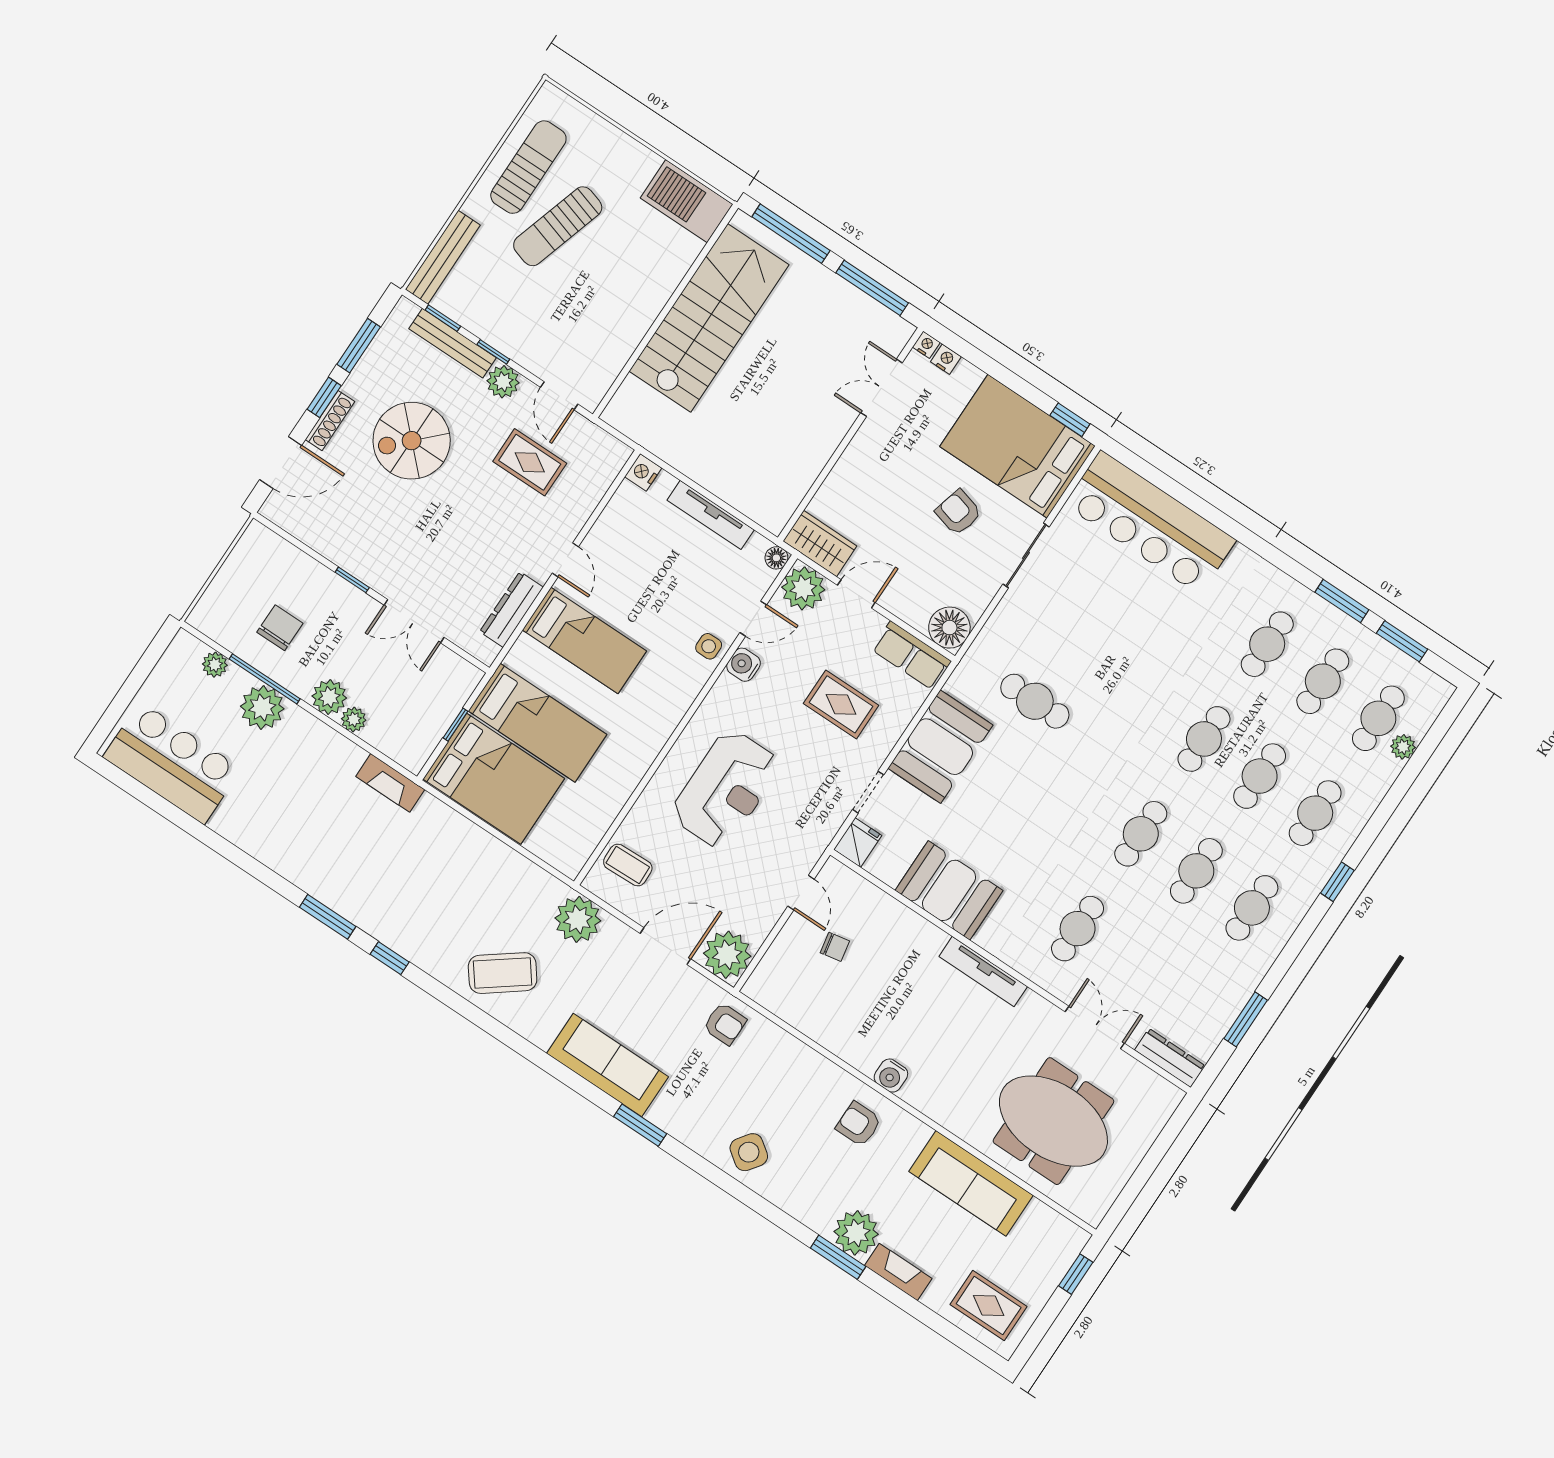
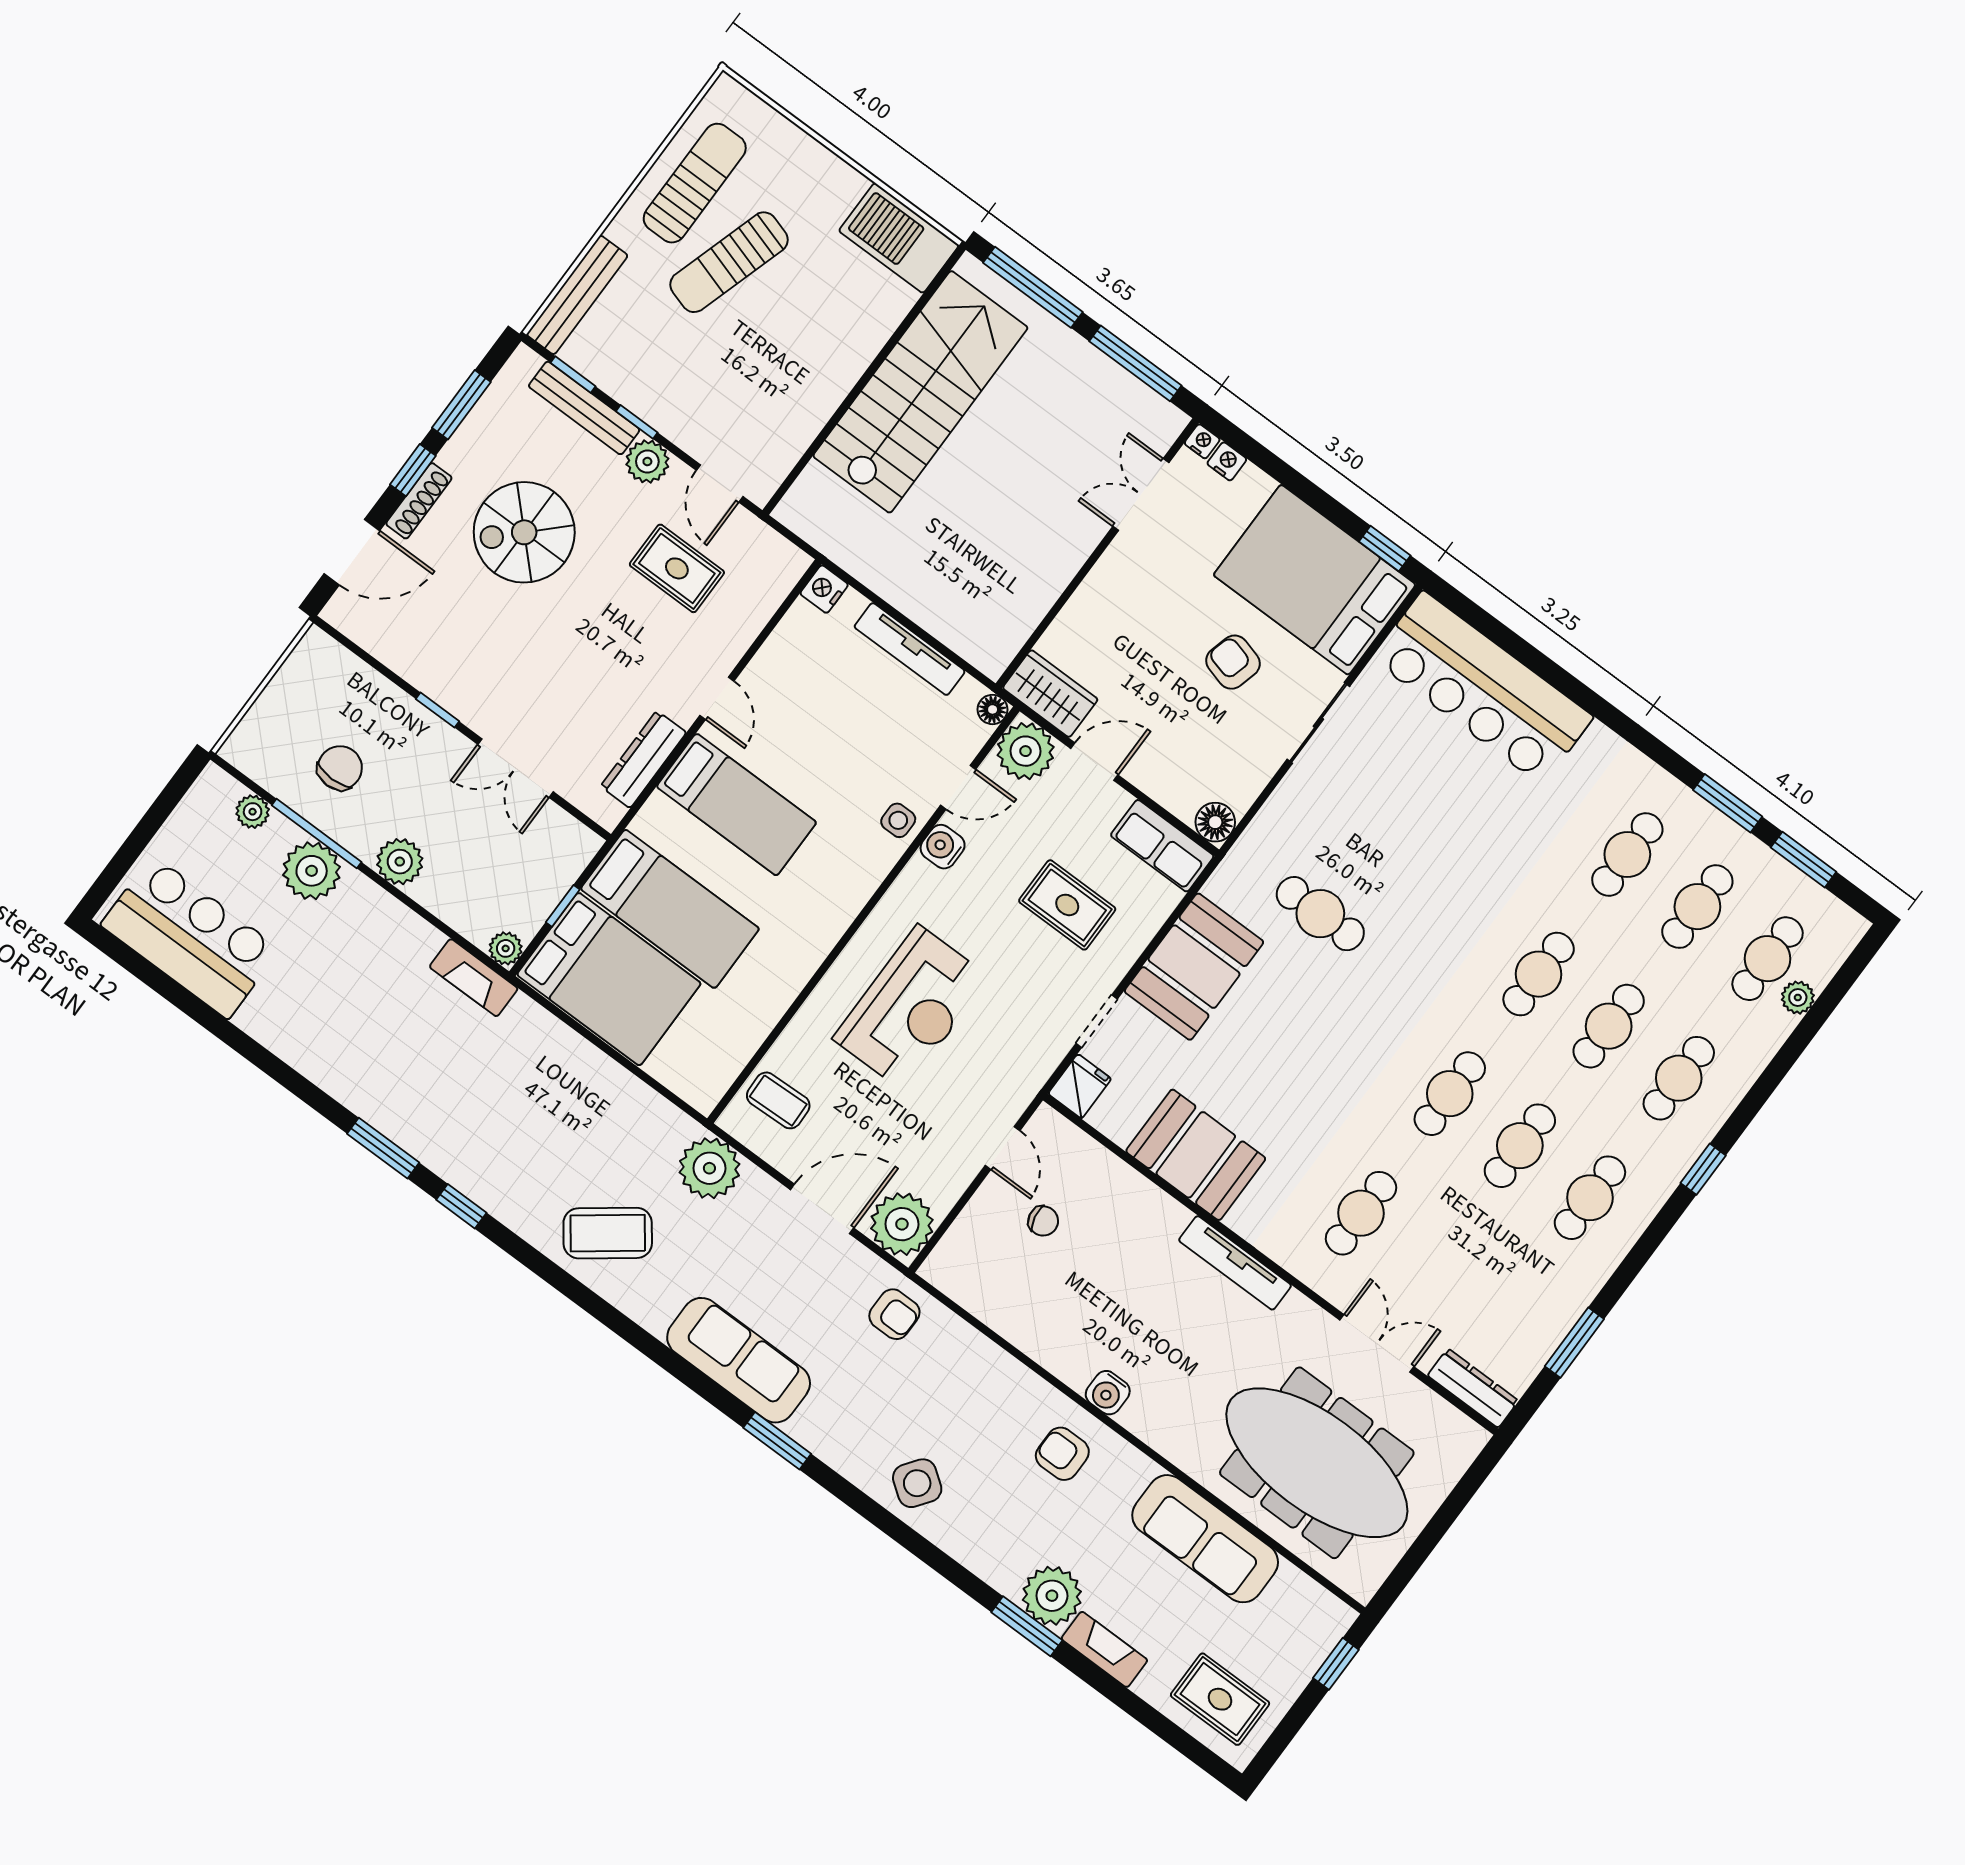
floor lamp: (949, 628) -> (1215, 822), width x0.73, depth x0.73
plant: (354, 719) -> (506, 948), moved
meeting table: (1053, 1121) -> (1317, 1463), width x1.36

